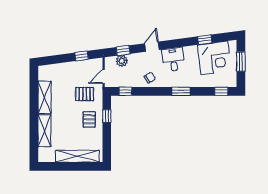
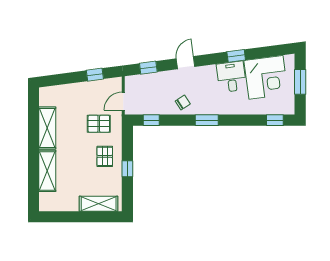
window: (205, 40) -> (236, 56), moved
desk: (173, 59) -> (231, 77), moved
plant: (122, 61) -> (147, 81), removed
window: (181, 91) -> (207, 120), moved
window: (107, 116) -> (127, 169), moved
shelving: (78, 156) -> (99, 204), width x0.68

